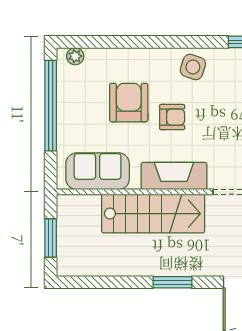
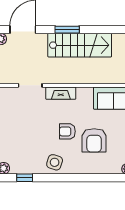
fireplace: (174, 176) -> (61, 93), width x0.73, depth x0.76
stairs: (153, 214) -> (80, 45), moved, turned 180

